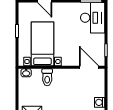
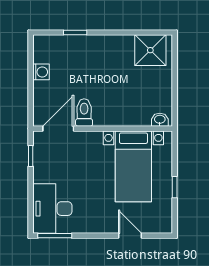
door: (89, 67) -> (58, 129), swing flipped
toilet: (47, 77) -> (84, 113), moved

